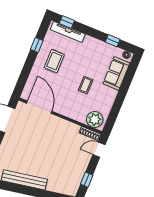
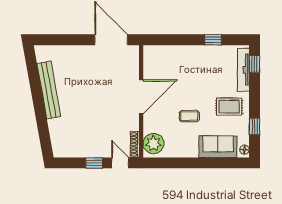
rug: (54, 61) -> (229, 107), moved
door: (39, 107) -> (141, 97), moved
window: (87, 180) -> (94, 163), moved

